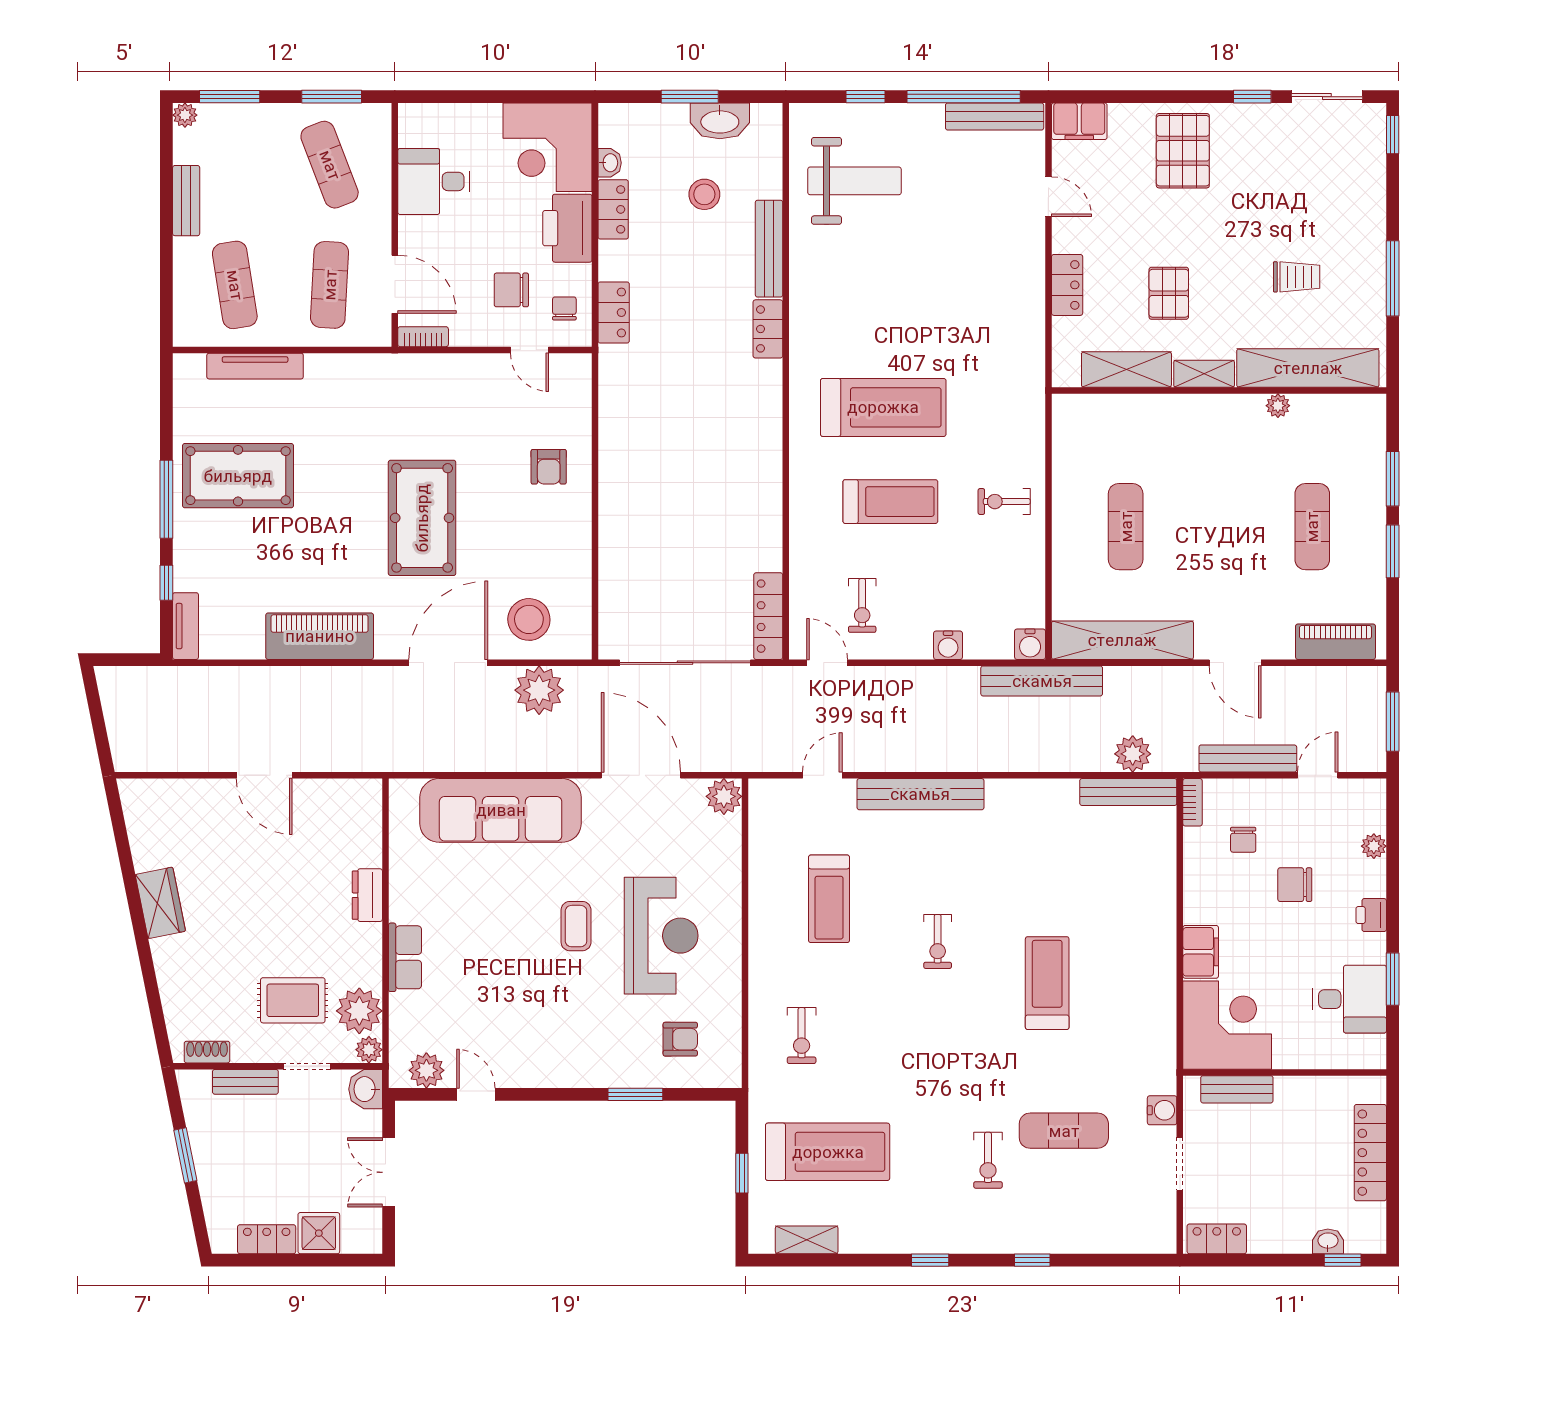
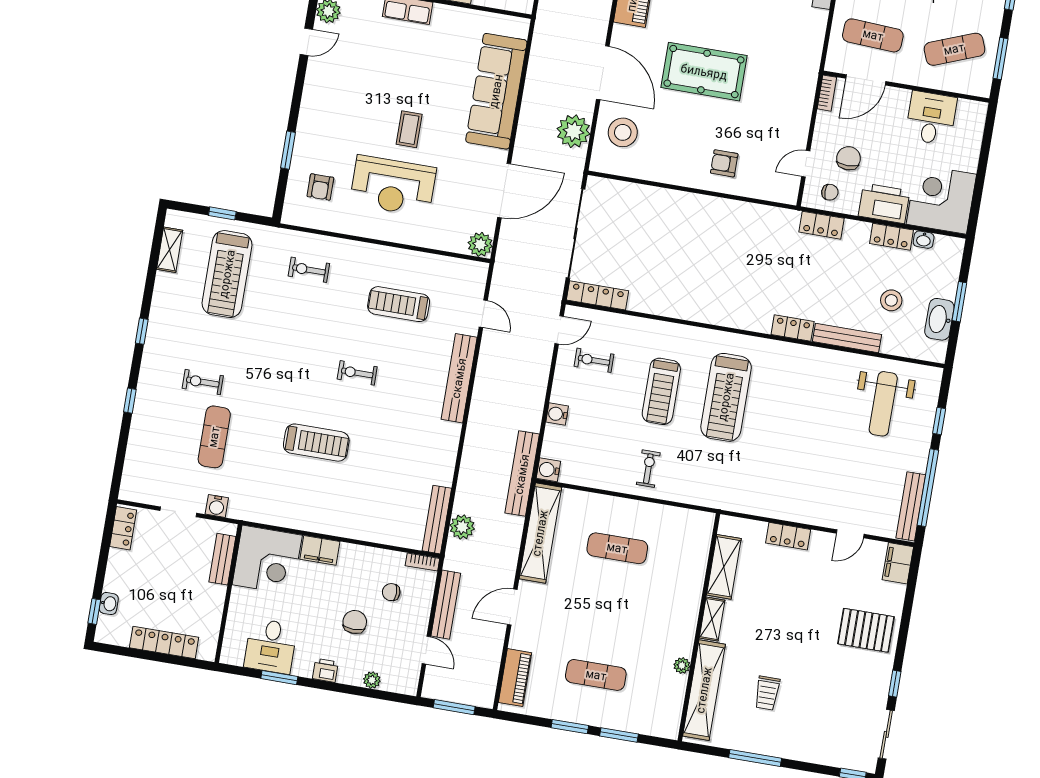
pallet: (1169, 293) -> (771, 604), removed
coffee table: (576, 926) -> (409, 129), turned 90

